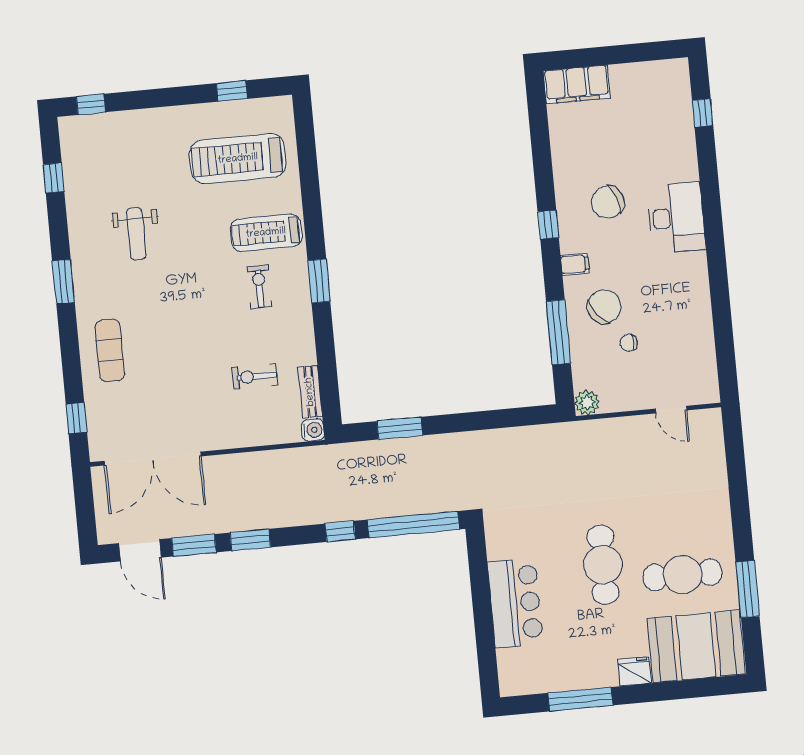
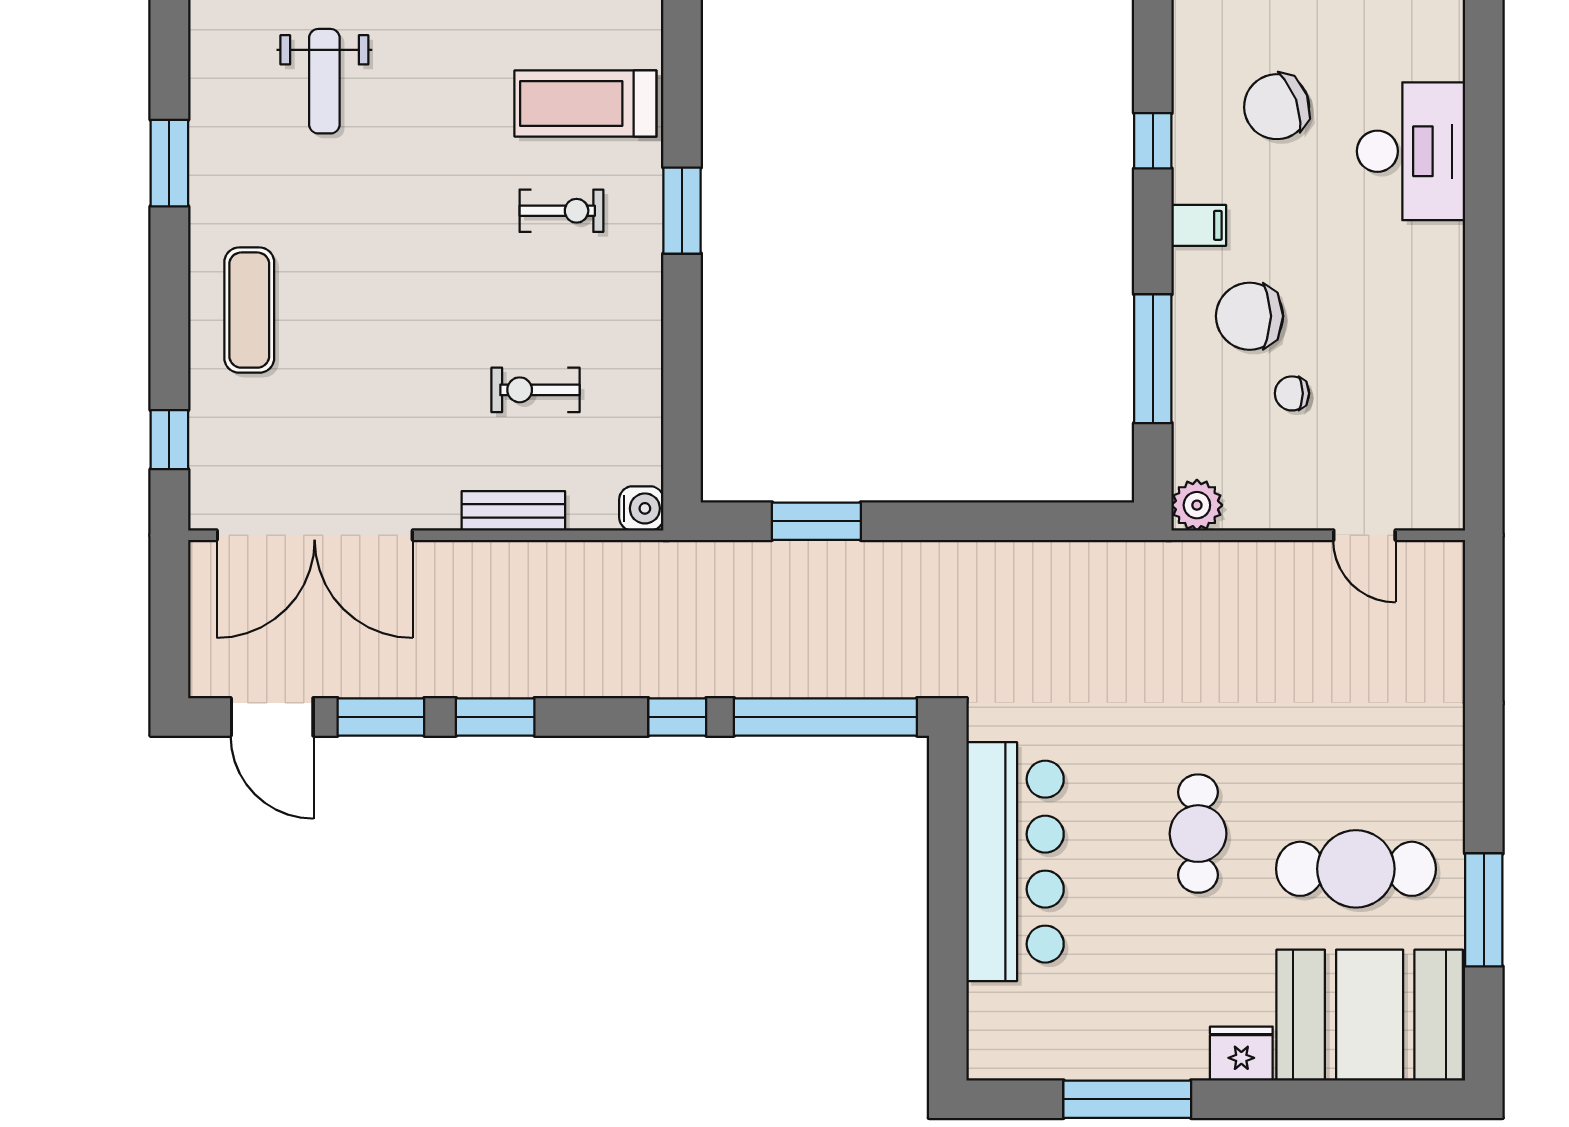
exercise bike: (259, 287) -> (561, 211), turned 90
chair: (604, 307) -> (1250, 316), turned -142
bench: (310, 392) -> (513, 511), moved, turned 90
cafe table: (603, 565) -> (1198, 834), width x0.73, depth x0.74
bar counter: (515, 603) -> (1015, 862), width x1.36

